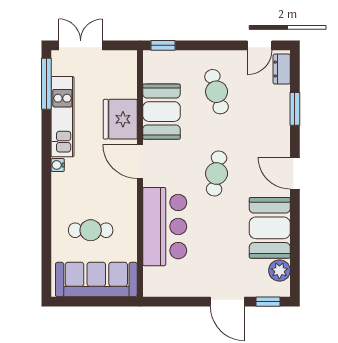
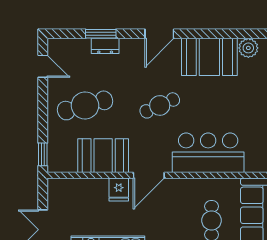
dresser: (282, 69) -> (105, 46), moved
cafe table: (217, 92) -> (85, 105), width x1.37, depth x1.35
fridge: (120, 119) -> (119, 189), width x0.53, depth x0.75
cafe table: (217, 174) -> (160, 105), turned -33

